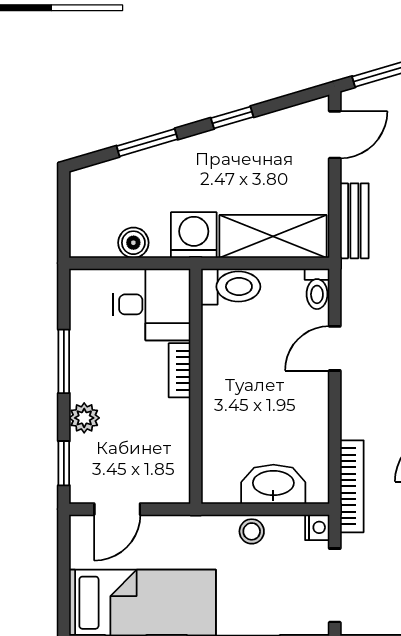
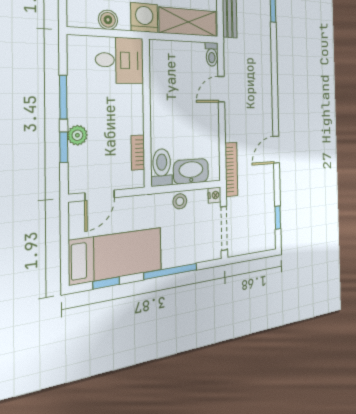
toilet: (231, 287) -> (162, 167), moved, turned -90
bookcase: (180, 370) -> (138, 153), moved
window: (64, 463) -> (64, 147), moved

